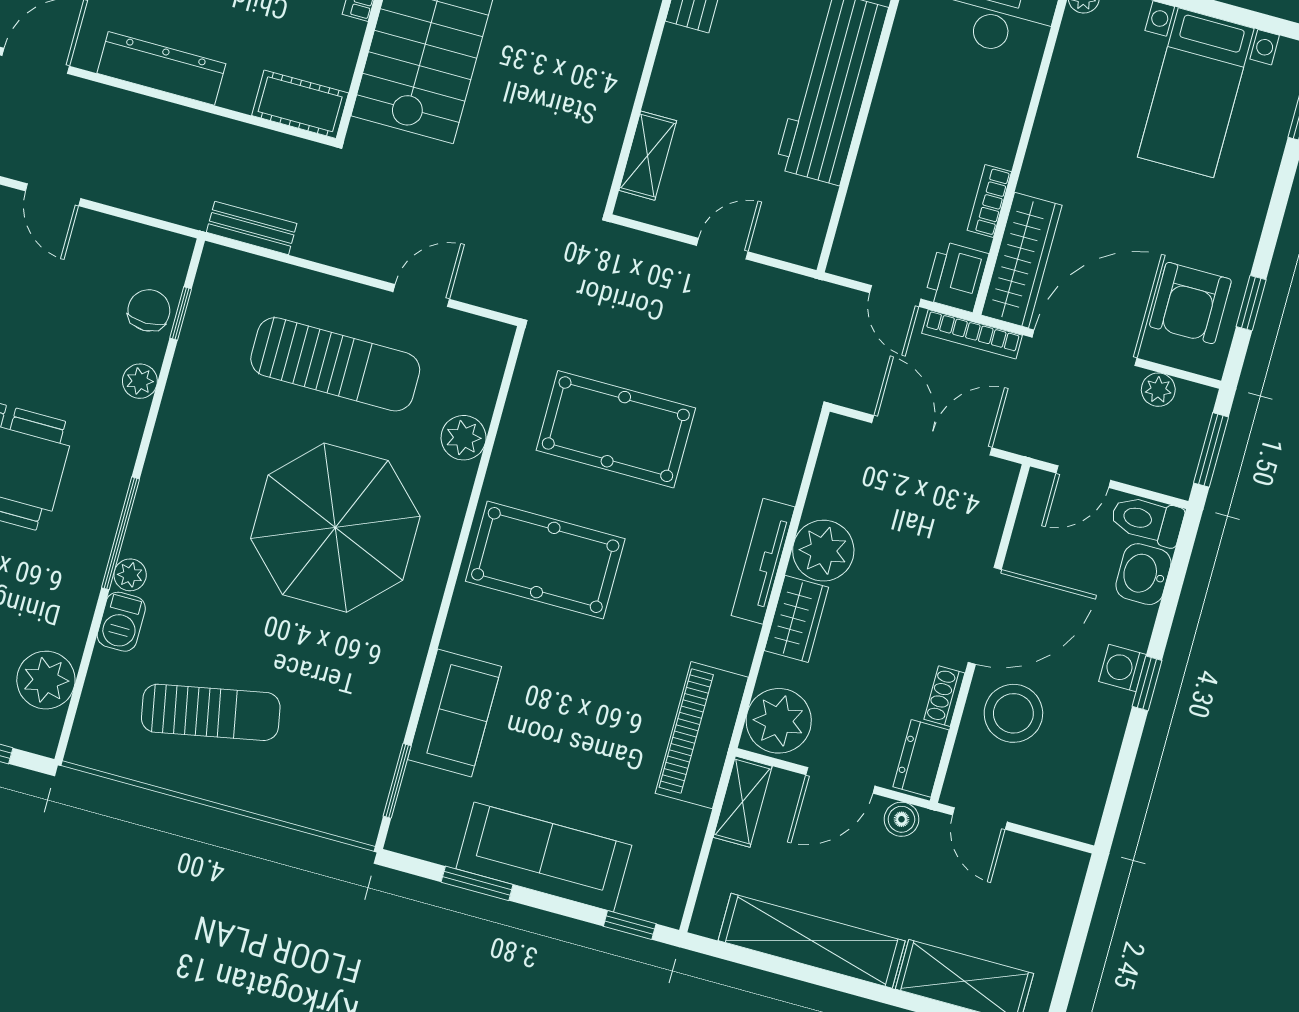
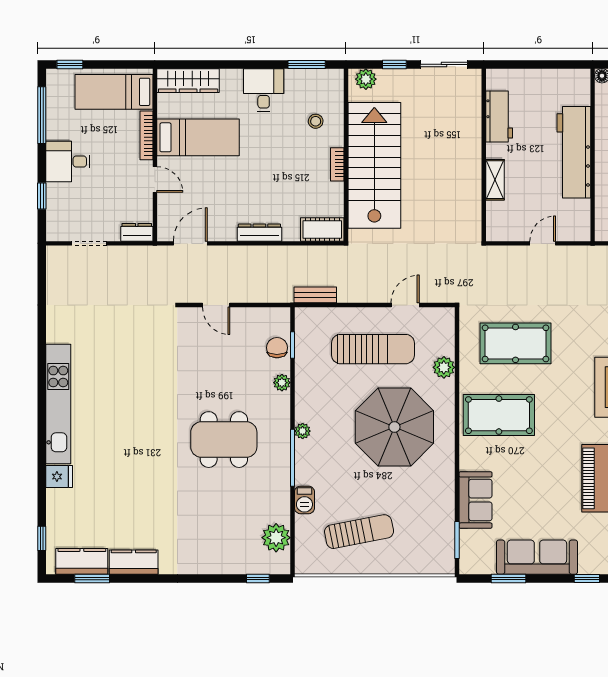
dresser: (161, 68) -> (259, 233), width x0.73, depth x0.80
shelving: (648, 156) -> (495, 180), moved
plant: (130, 575) -> (303, 431), moved

